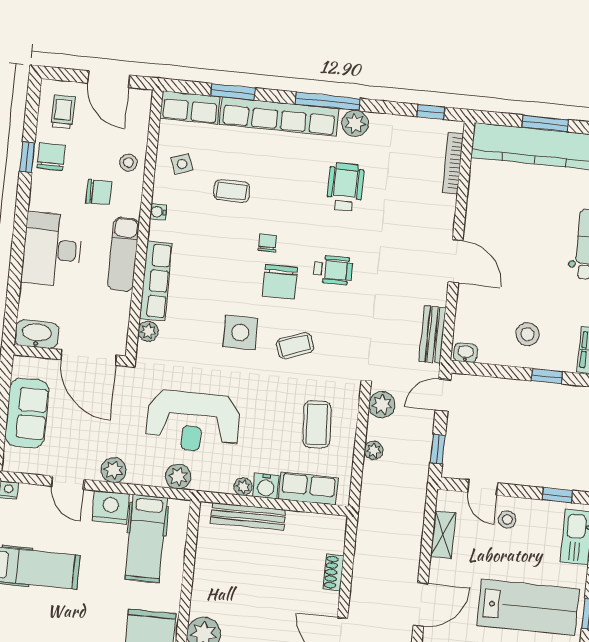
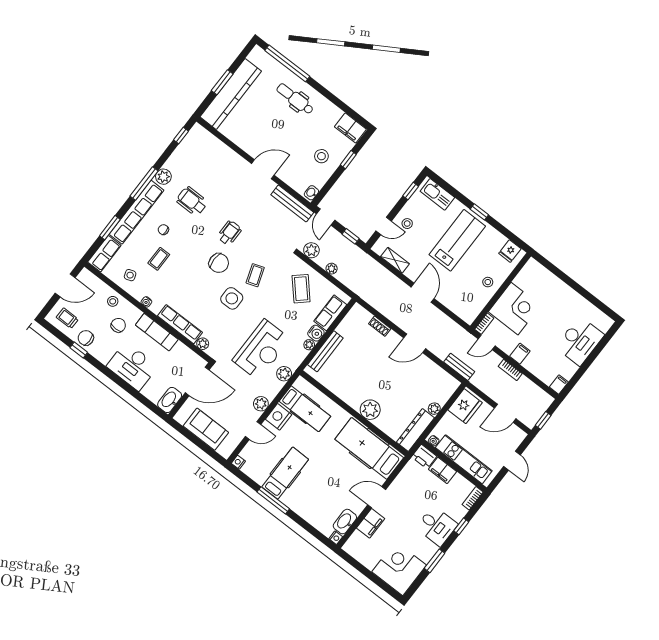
bookcase: (453, 163) -> (213, 140), removed
chair: (267, 243) -> (163, 230), moved
bench: (432, 335) -> (292, 204), width x1.36
coffee table: (317, 424) -> (301, 289), turned 52

